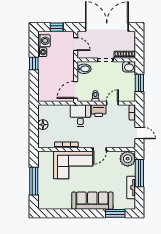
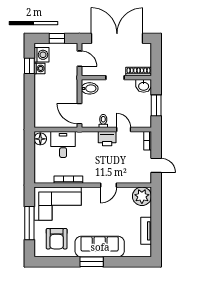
window: (34, 64) -> (29, 66), moved
door: (76, 90) -> (79, 114), hinge flipped
door: (112, 103) -> (124, 130), hinge flipped
desk: (80, 116) -> (63, 144), moved
floor lamp: (43, 125) -> (40, 139), moved
corner sofa: (73, 165) -> (58, 204), moved
window: (139, 173) -> (156, 214), removed
armchair: (57, 194) -> (57, 239), added
window: (115, 213) -> (92, 262), moved

